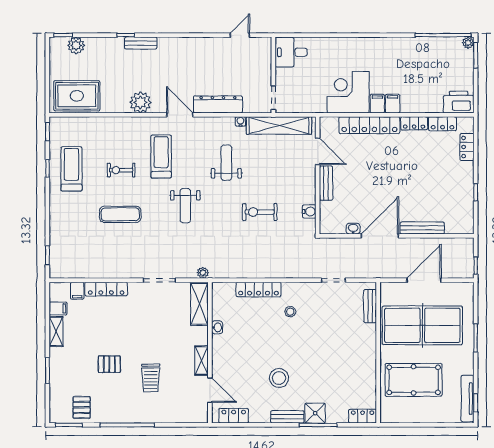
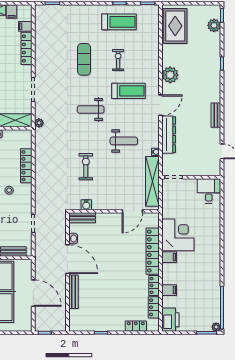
bench: (141, 43) -> (216, 115), moved
filing cabinet: (393, 104) -> (169, 290), moved
bench: (326, 183) -> (82, 218), moved

